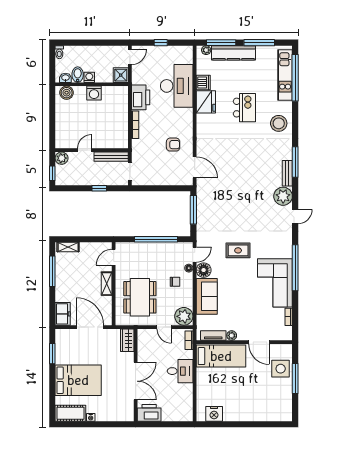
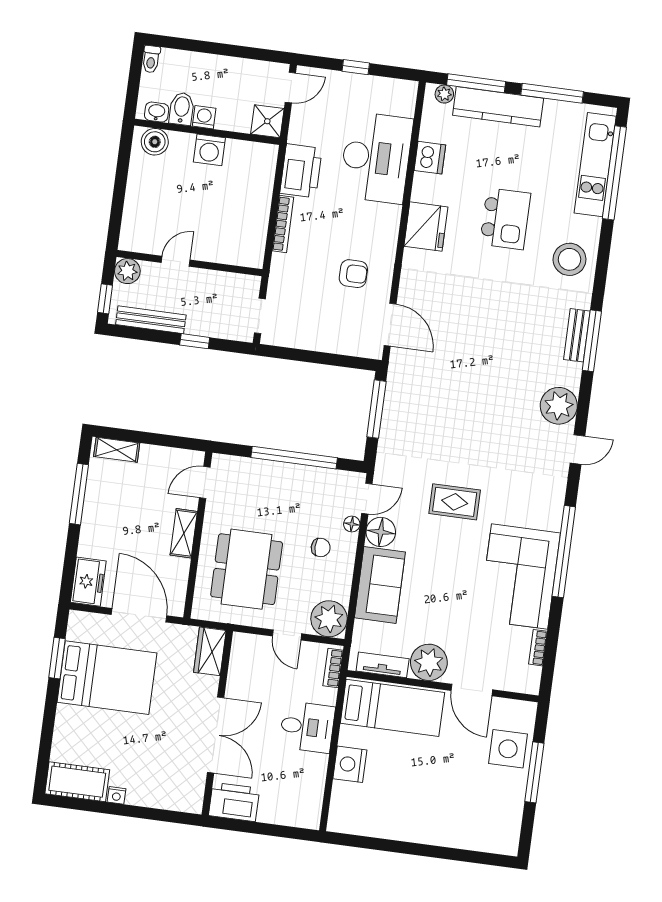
fridge: (206, 102) -> (426, 227), moved
bench: (111, 157) -> (151, 320), moved
bench: (287, 173) -> (577, 335), moved
plant: (232, 335) -> (429, 662), width x1.87, depth x1.87
bed: (78, 380) -> (107, 678), moved
nightstand: (214, 414) -> (350, 764), moved, turned 90

